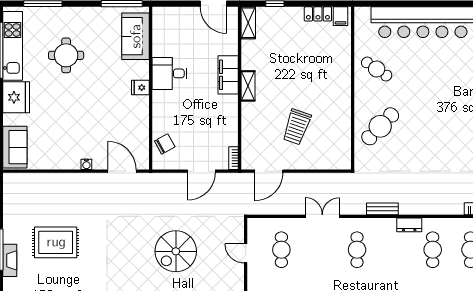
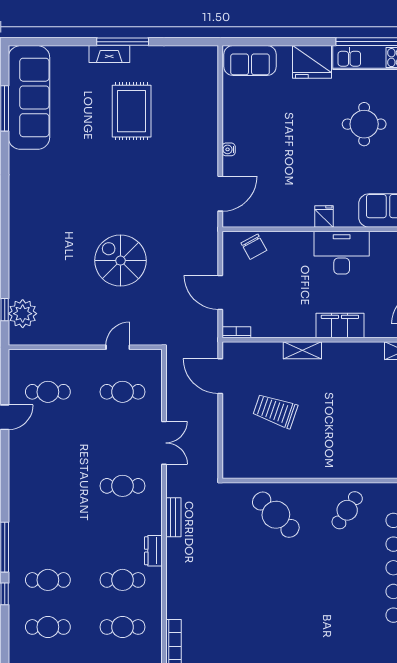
desk: (169, 73) -> (342, 253), width x1.37
shelving: (248, 86) -> (302, 350), moved

